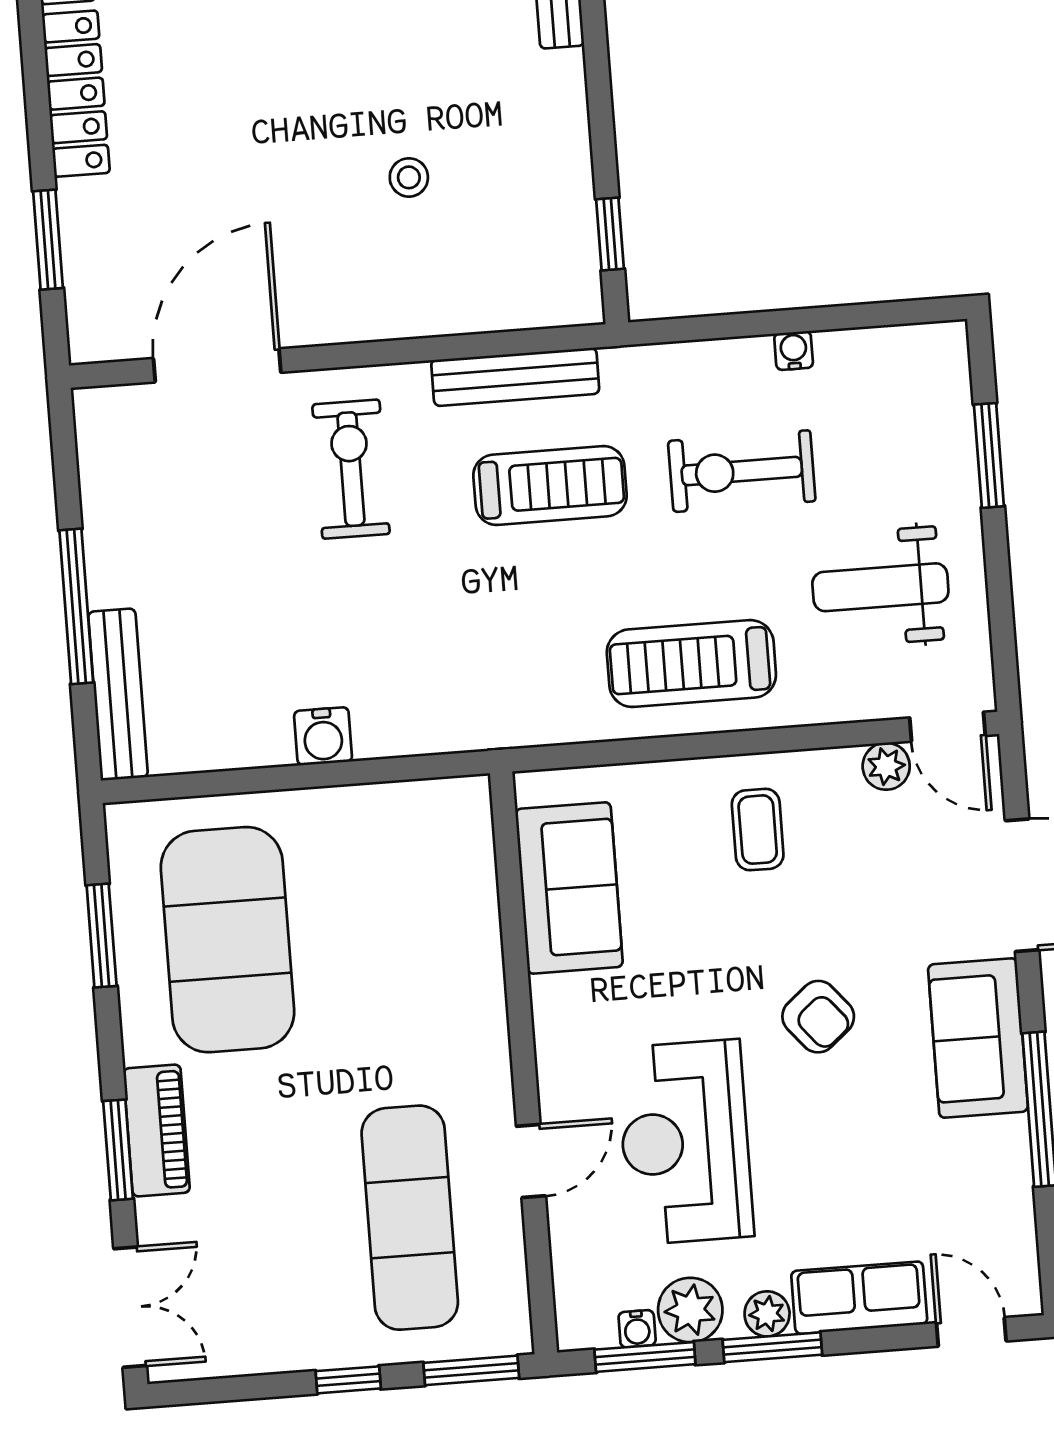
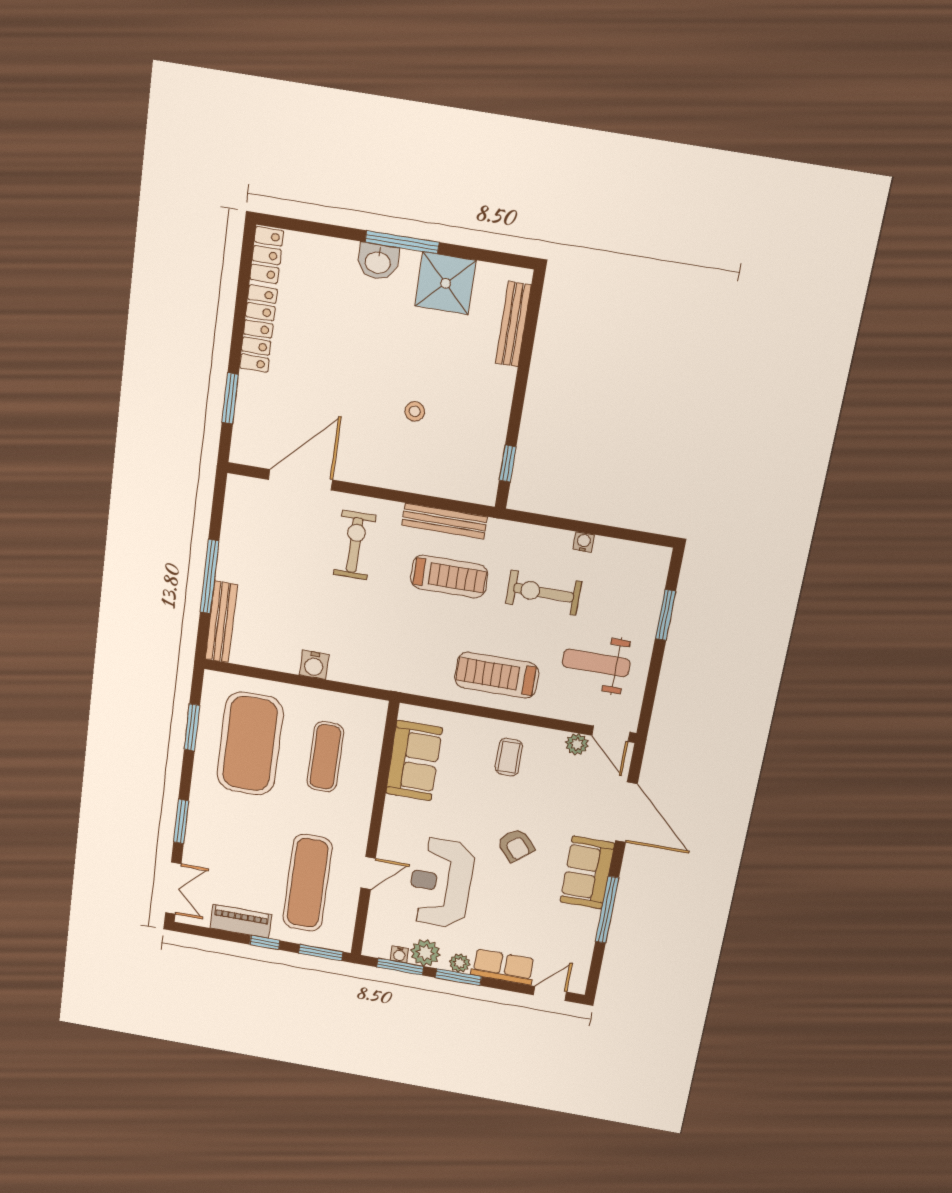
exercise mat: (387, 927) -> (325, 757), added
piano: (157, 1131) -> (241, 921), moved, turned -90
door: (971, 1332) -> (550, 993), hinge flipped

